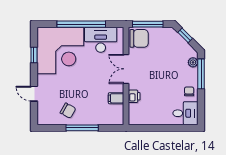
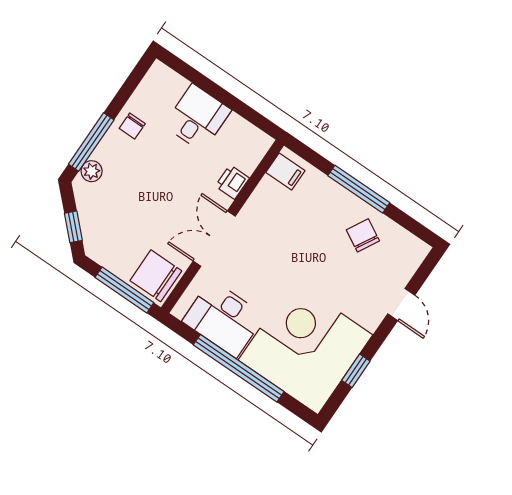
double door: (126, 69) -> (214, 239), swing flipped
filing cabinet: (116, 98) -> (285, 171), moved
desk: (185, 113) -> (197, 118), moved, turned 90

